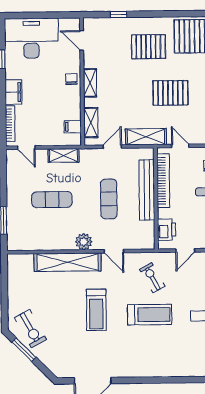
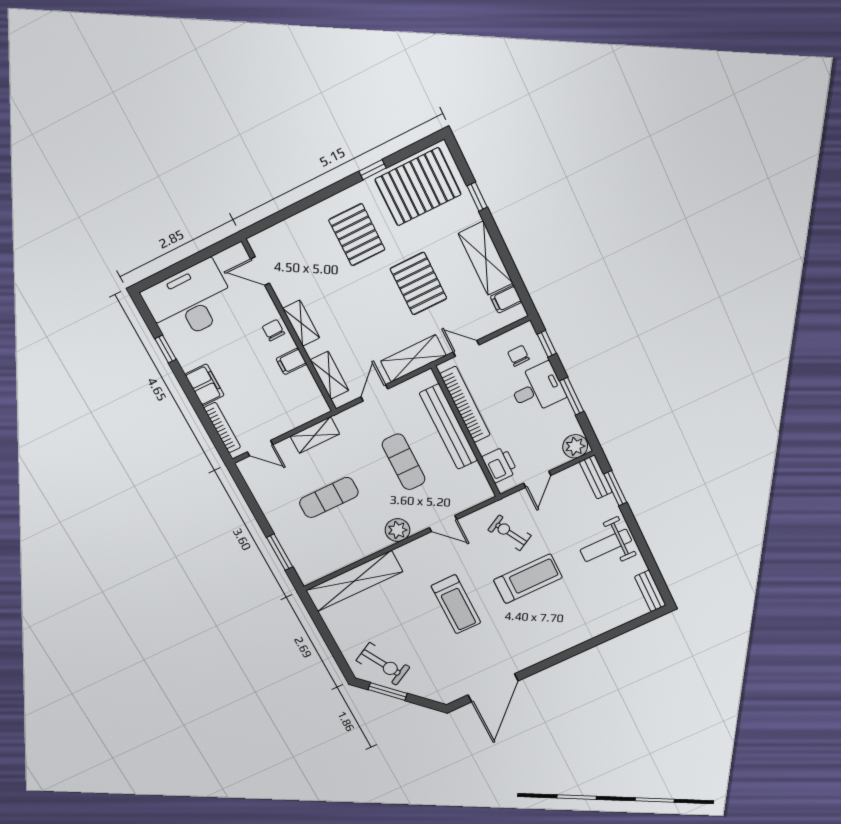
window: (118, 14) -> (373, 170), moved
pallet: (148, 47) -> (357, 235), turned 90
pallet: (170, 93) -> (418, 284), turned 90
filing cabinet: (73, 127) -> (291, 361), moved
shelving: (68, 262) -> (354, 581), moved

